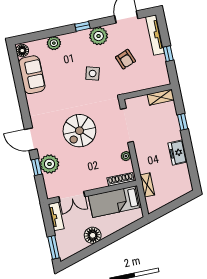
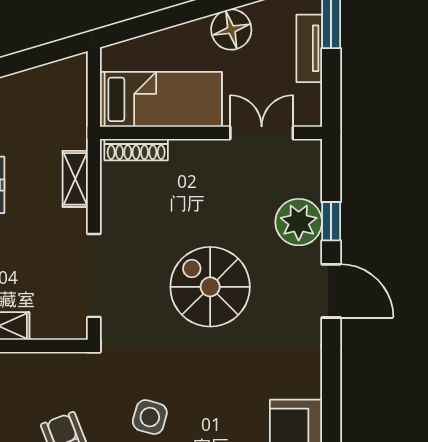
spiral stairs: (79, 131) -> (210, 287), turned -90
plant: (126, 156) -> (112, 203), removed
shelving: (147, 185) -> (75, 179), moved
tv unit: (56, 216) -> (309, 48), moved

